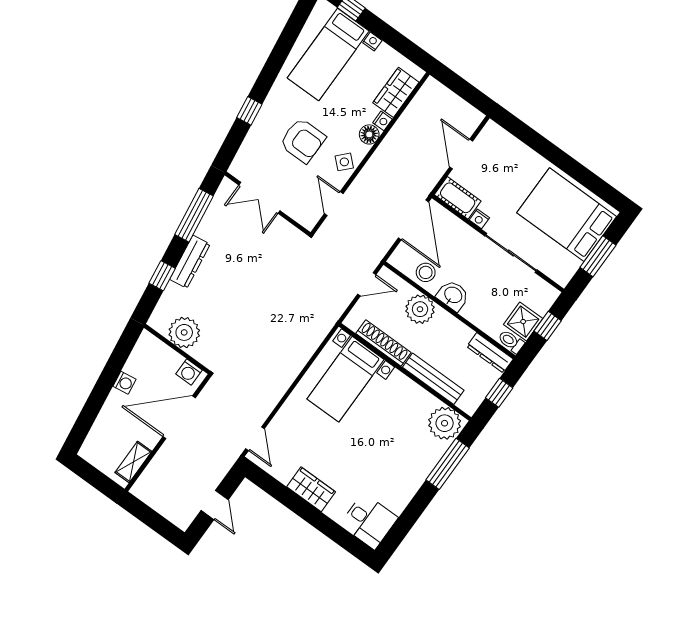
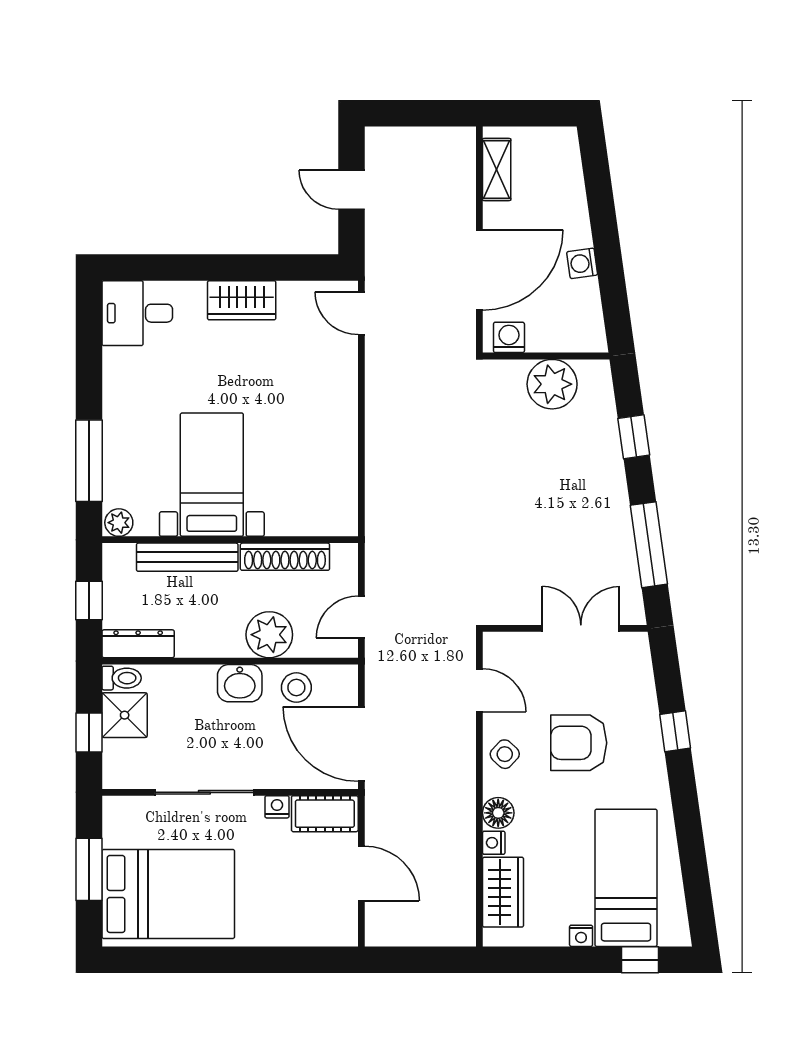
dresser: (190, 262) -> (611, 481), removed
bed with nightstands: (345, 379) -> (212, 475), moved
plant: (445, 423) -> (119, 523), width x0.53, depth x0.53

